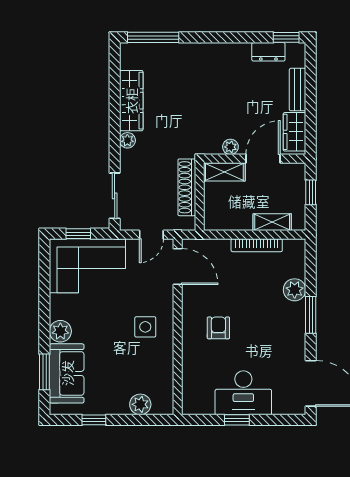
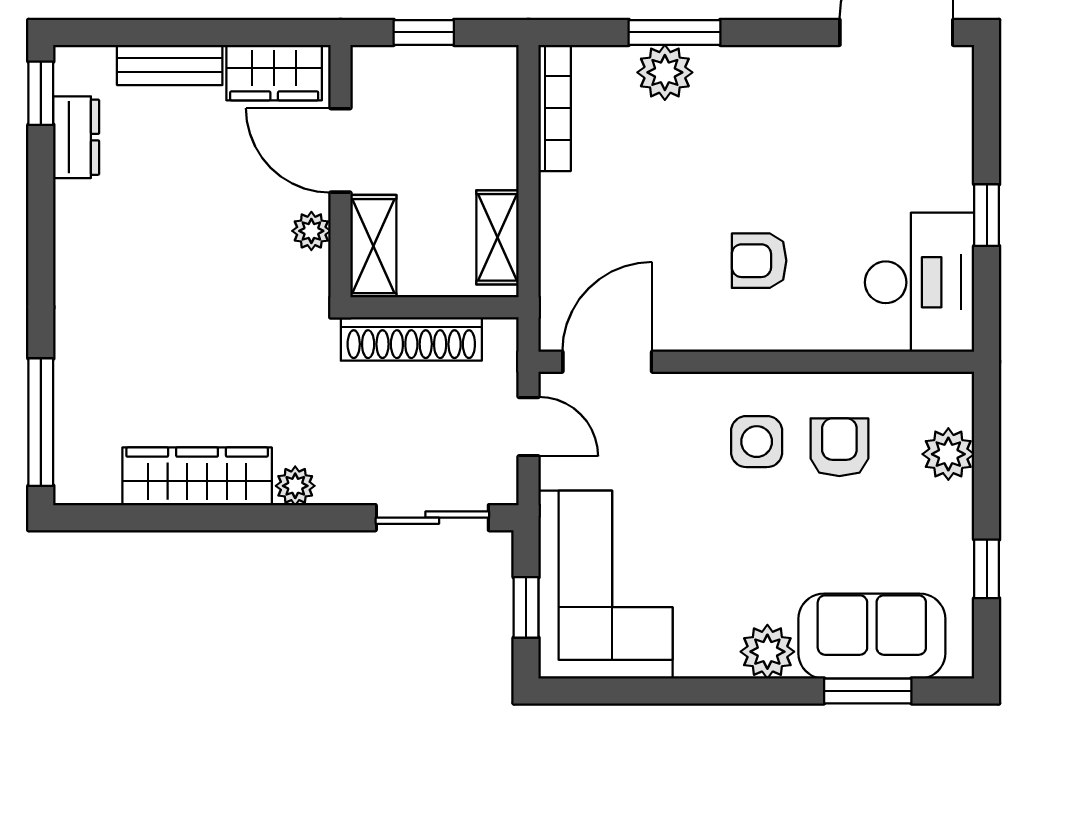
shelving: (272, 222) -> (498, 237), moved
bookcase: (257, 245) -> (555, 108), moved
window: (311, 315) -> (674, 32), moved
armchair: (143, 360) -> (839, 447), added
desk: (243, 393) -> (920, 282), moved

